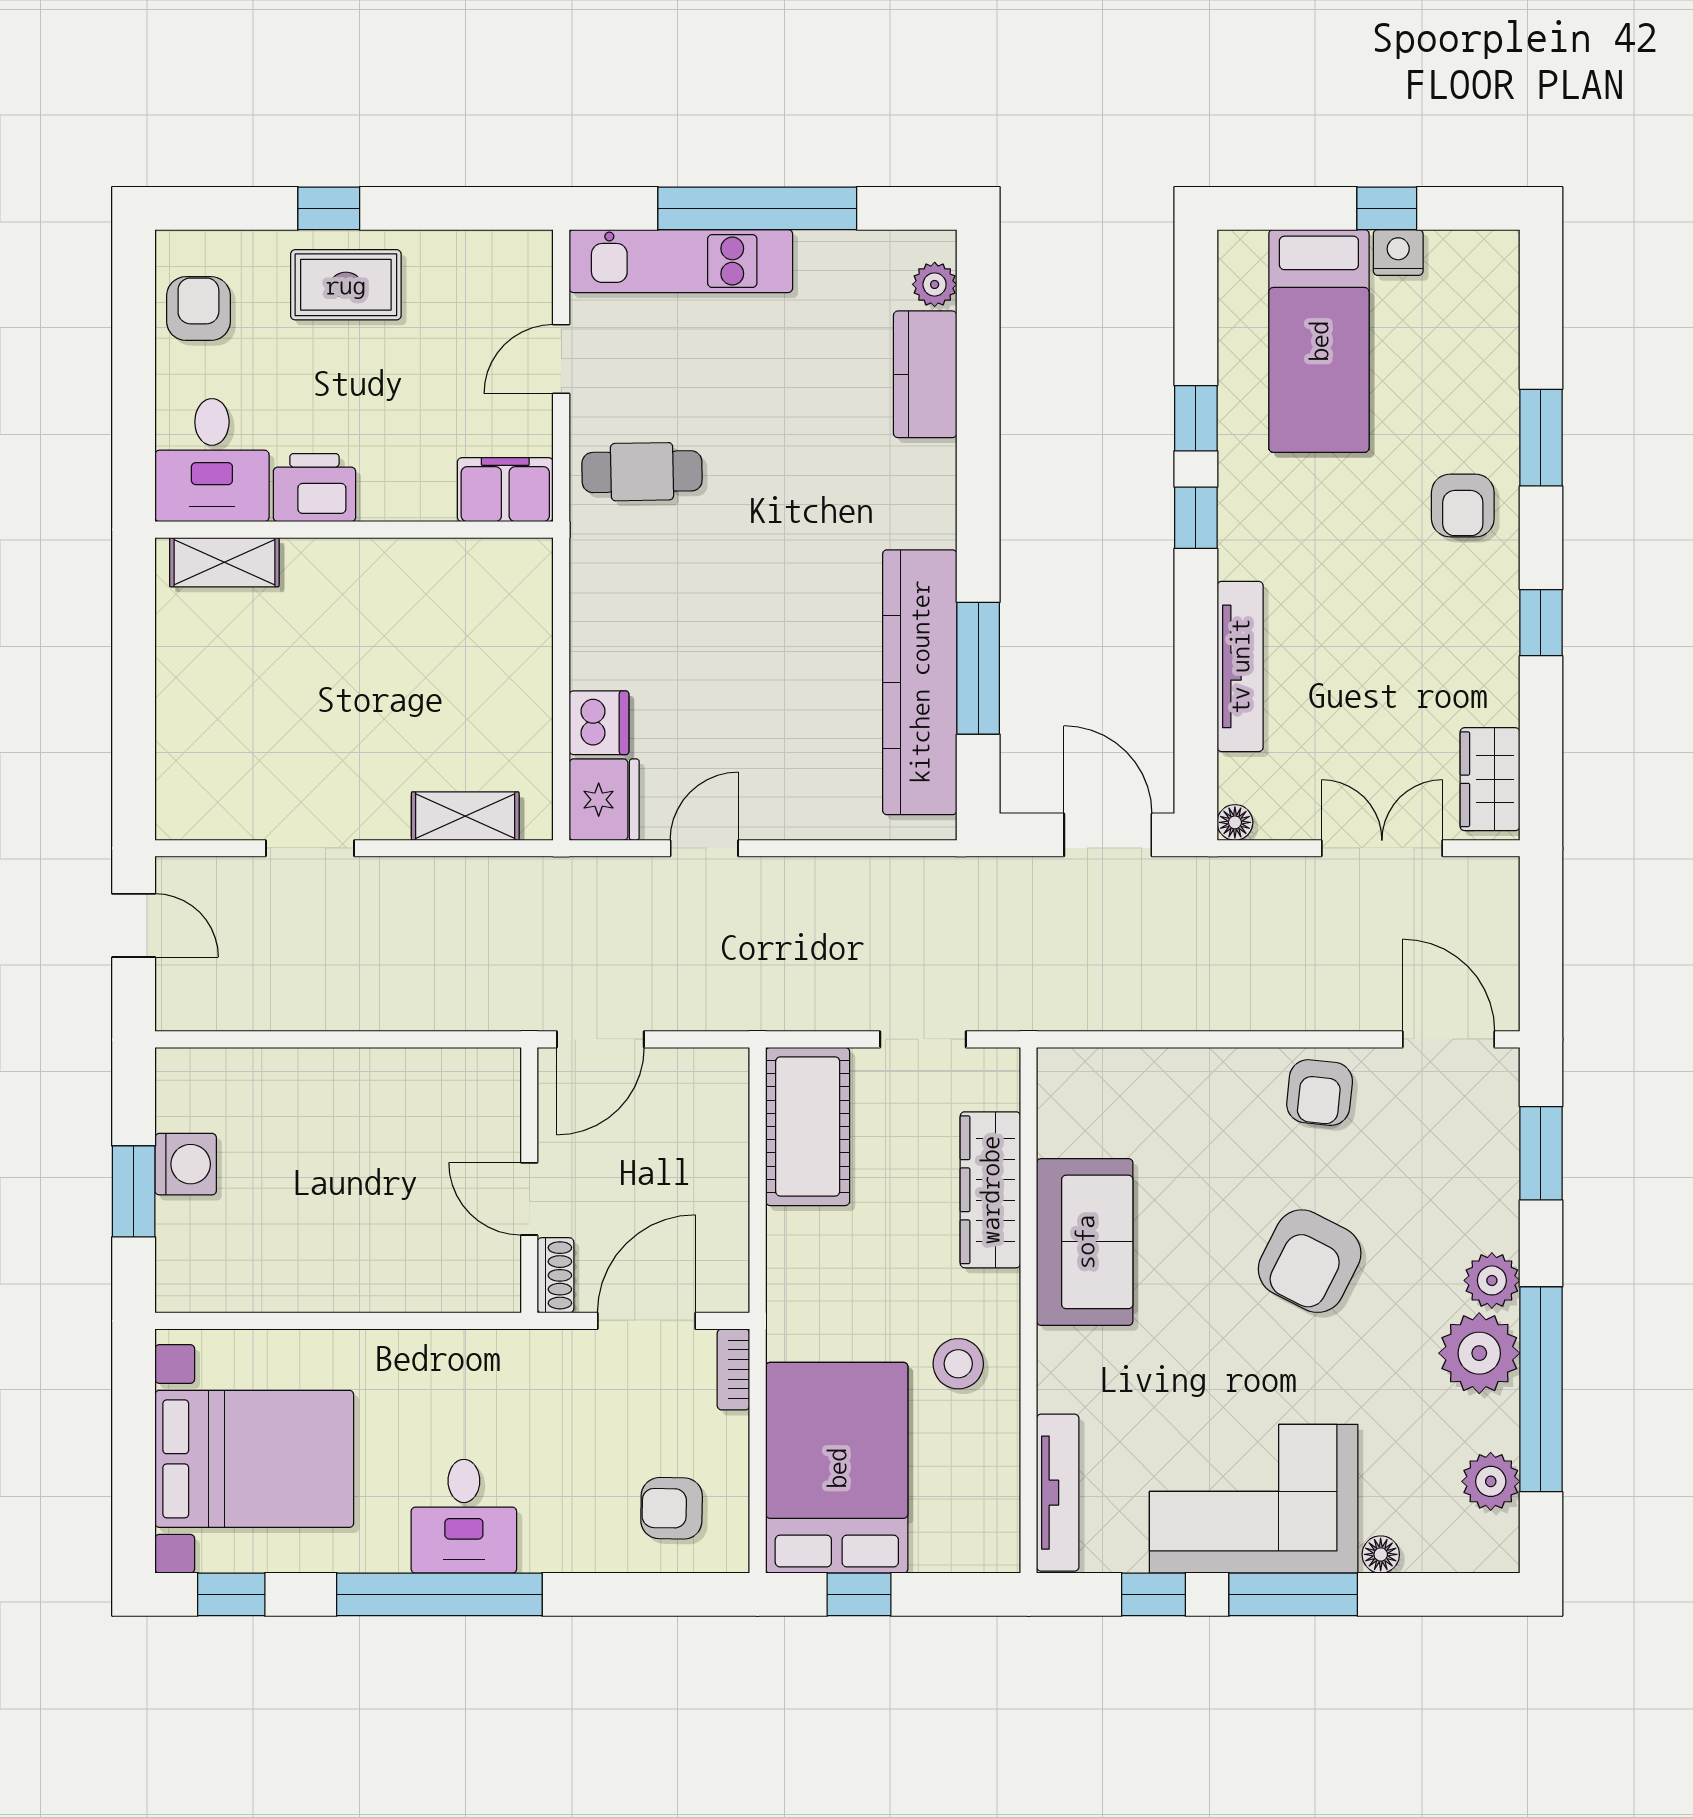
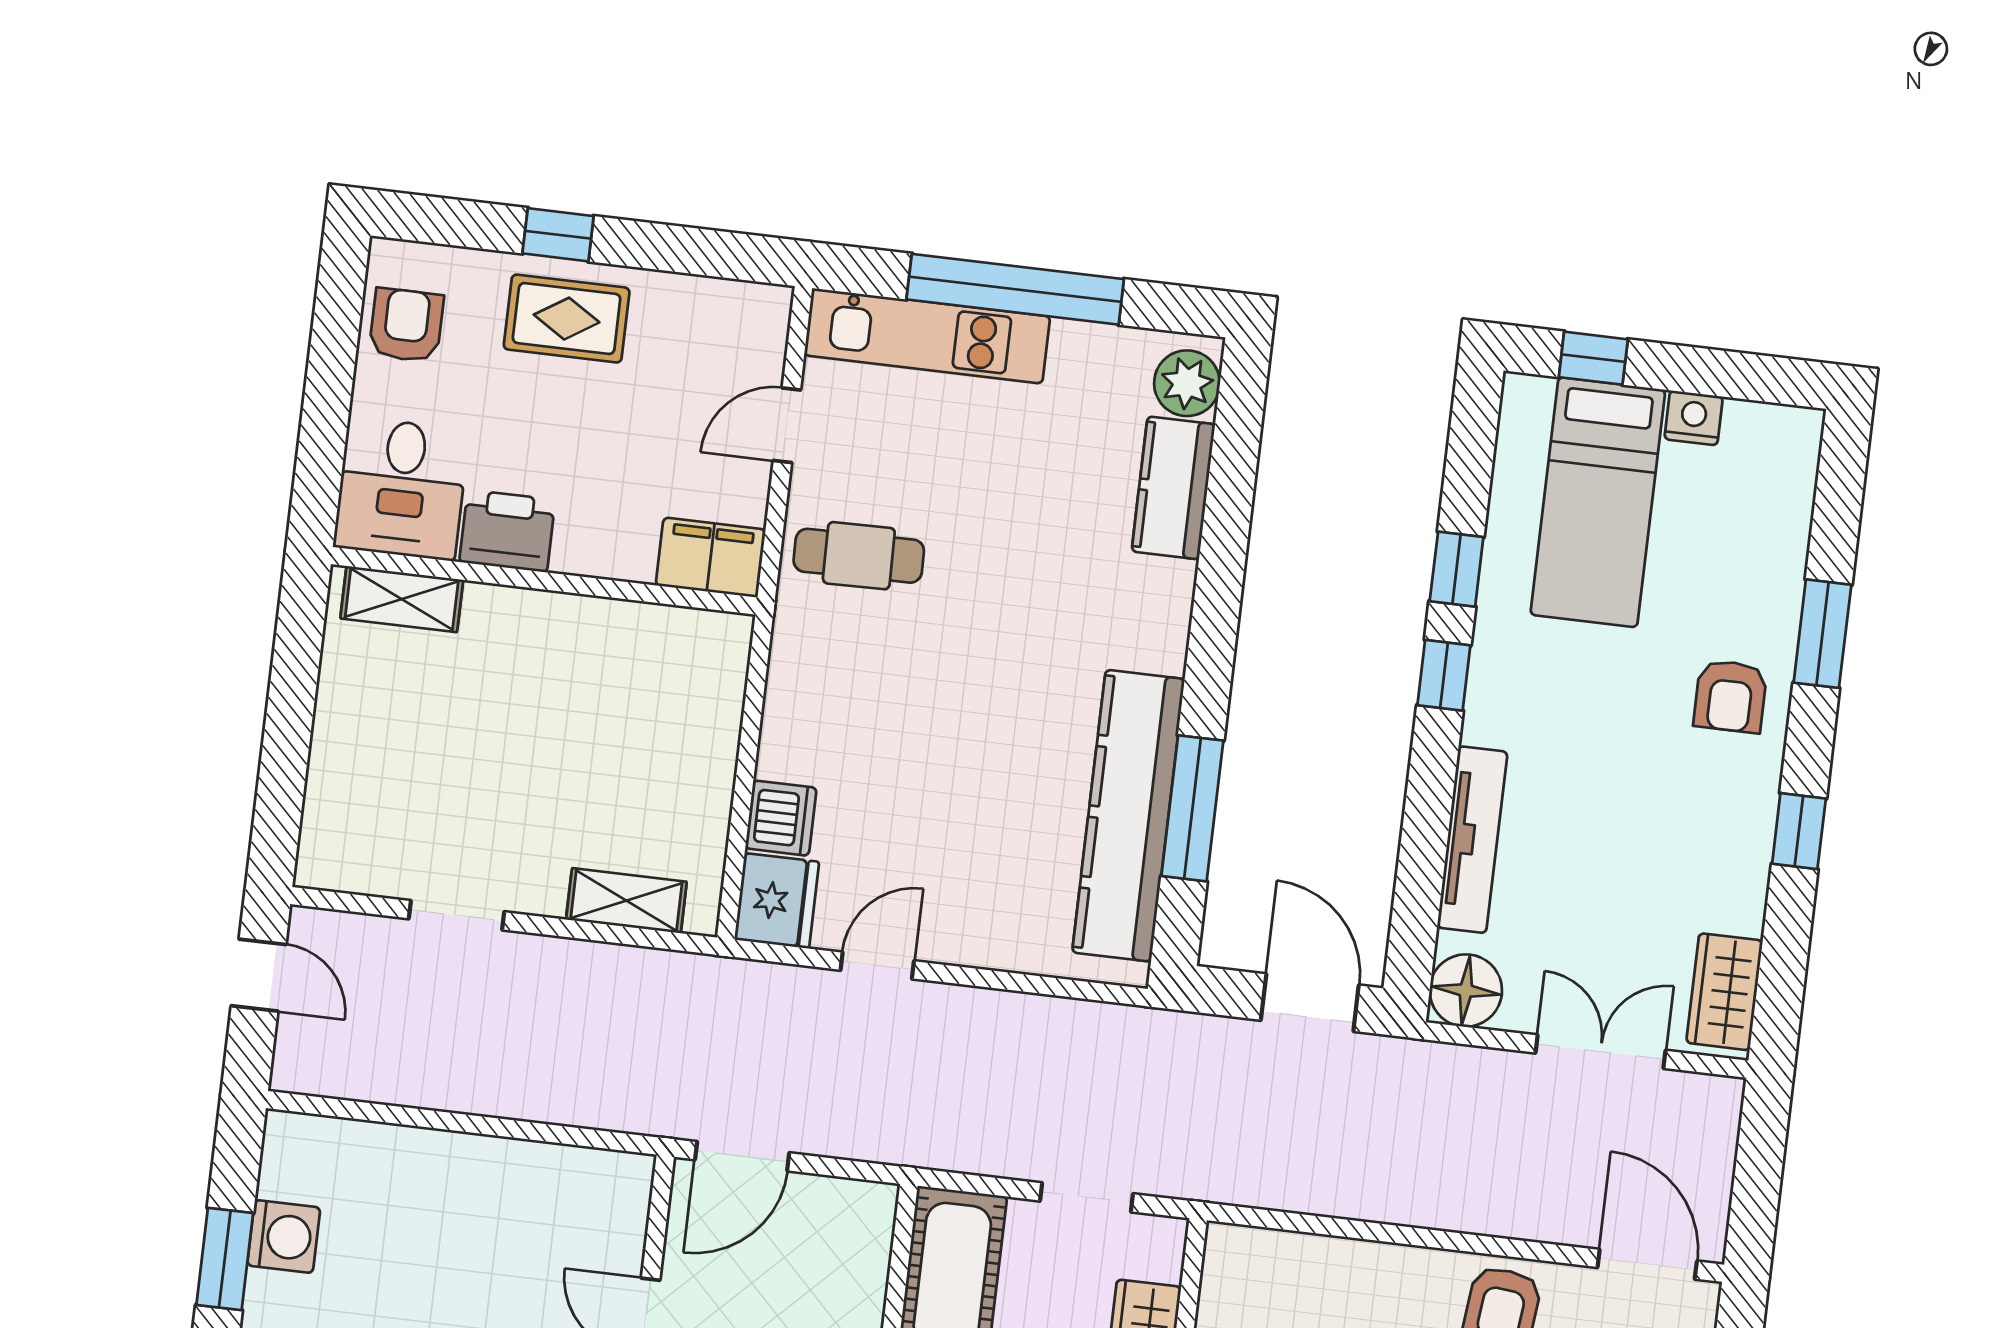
window: (1387, 208) -> (1593, 358), moved
plant: (935, 284) -> (1187, 383), width x1.38, depth x1.38
floor lamp: (1235, 822) -> (1466, 991), width x1.89, depth x1.89

